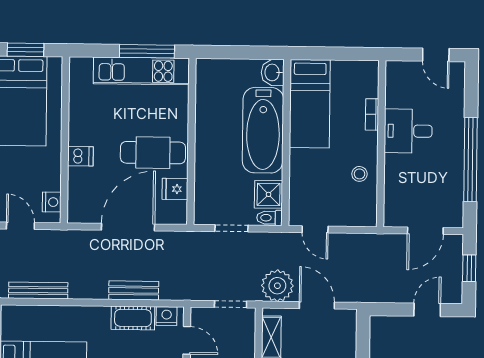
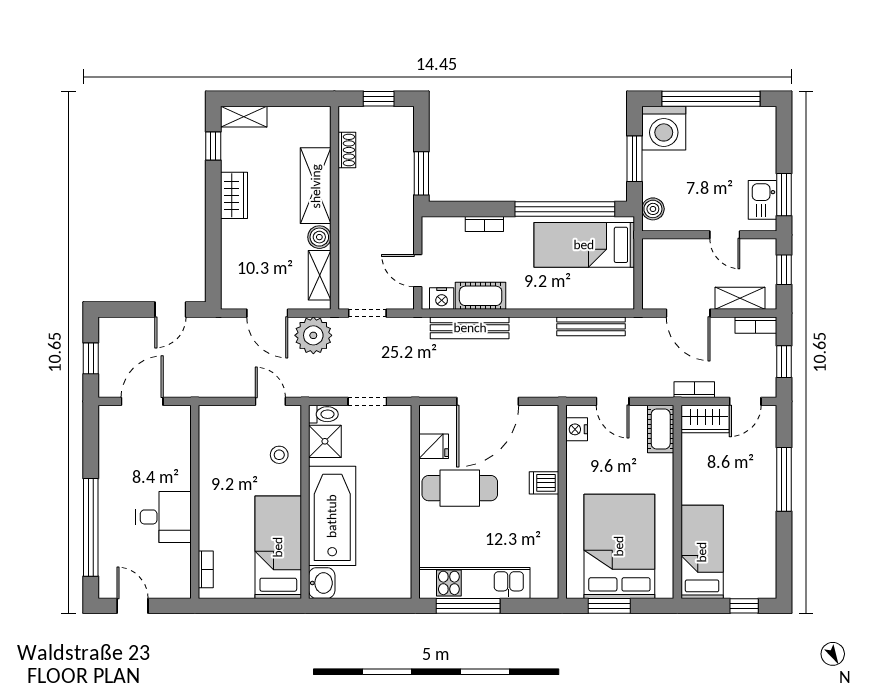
bookcase: (372, 114) -> (206, 569), moved
window: (471, 160) -> (91, 527), moved
stool: (359, 174) -> (279, 455), moved
bench: (134, 290) -> (470, 328), width x1.36
door: (427, 310) -> (170, 309), moved

